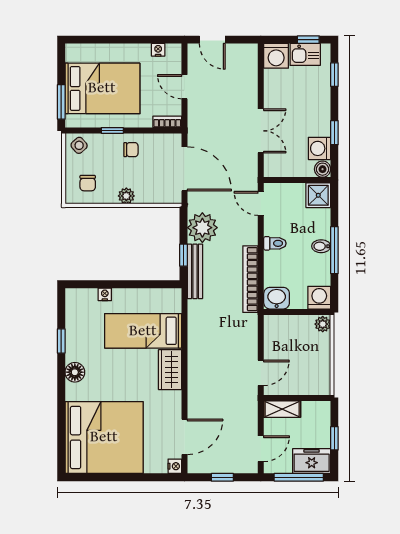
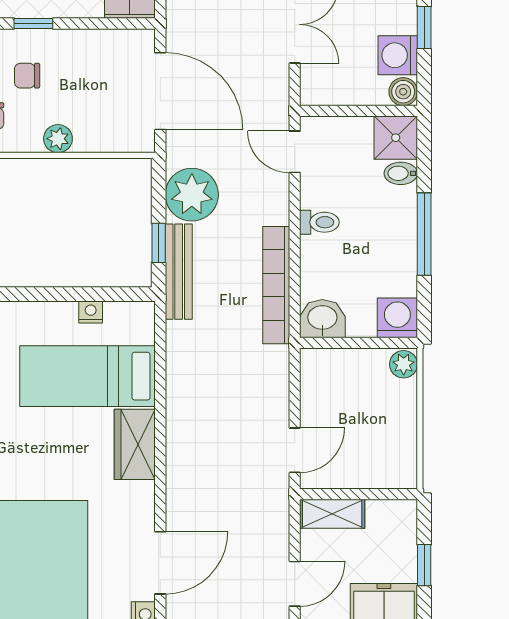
chair: (131, 150) -> (27, 76), moved, turned 180
bidet: (321, 246) -> (401, 173), moved
nightstand: (105, 294) -> (91, 312), moved

